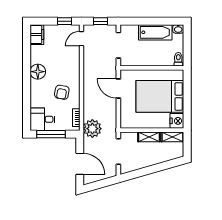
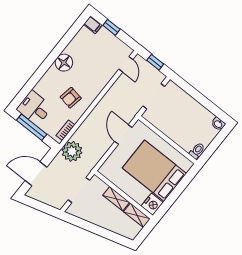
window: (64, 21) -> (111, 27), moved
bathtub: (155, 32) -> (196, 111), removed
filing cabinet: (37, 35) -> (93, 25), width x0.50
door: (82, 39) -> (126, 64), swing flipped
door: (80, 164) -> (36, 174), swing flipped

